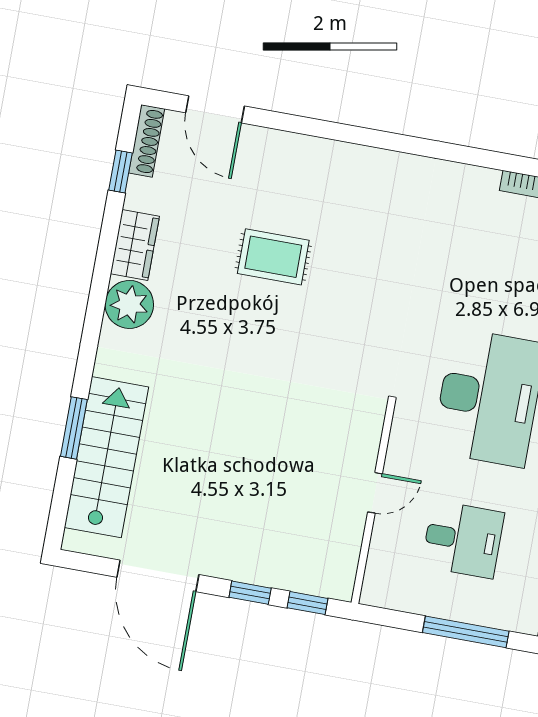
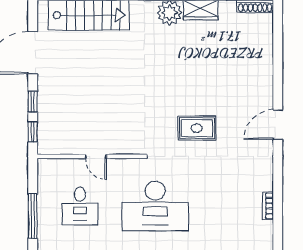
door: (215, 109) -> (278, 125), moved
rug: (273, 257) -> (197, 128), moved, turned 90

